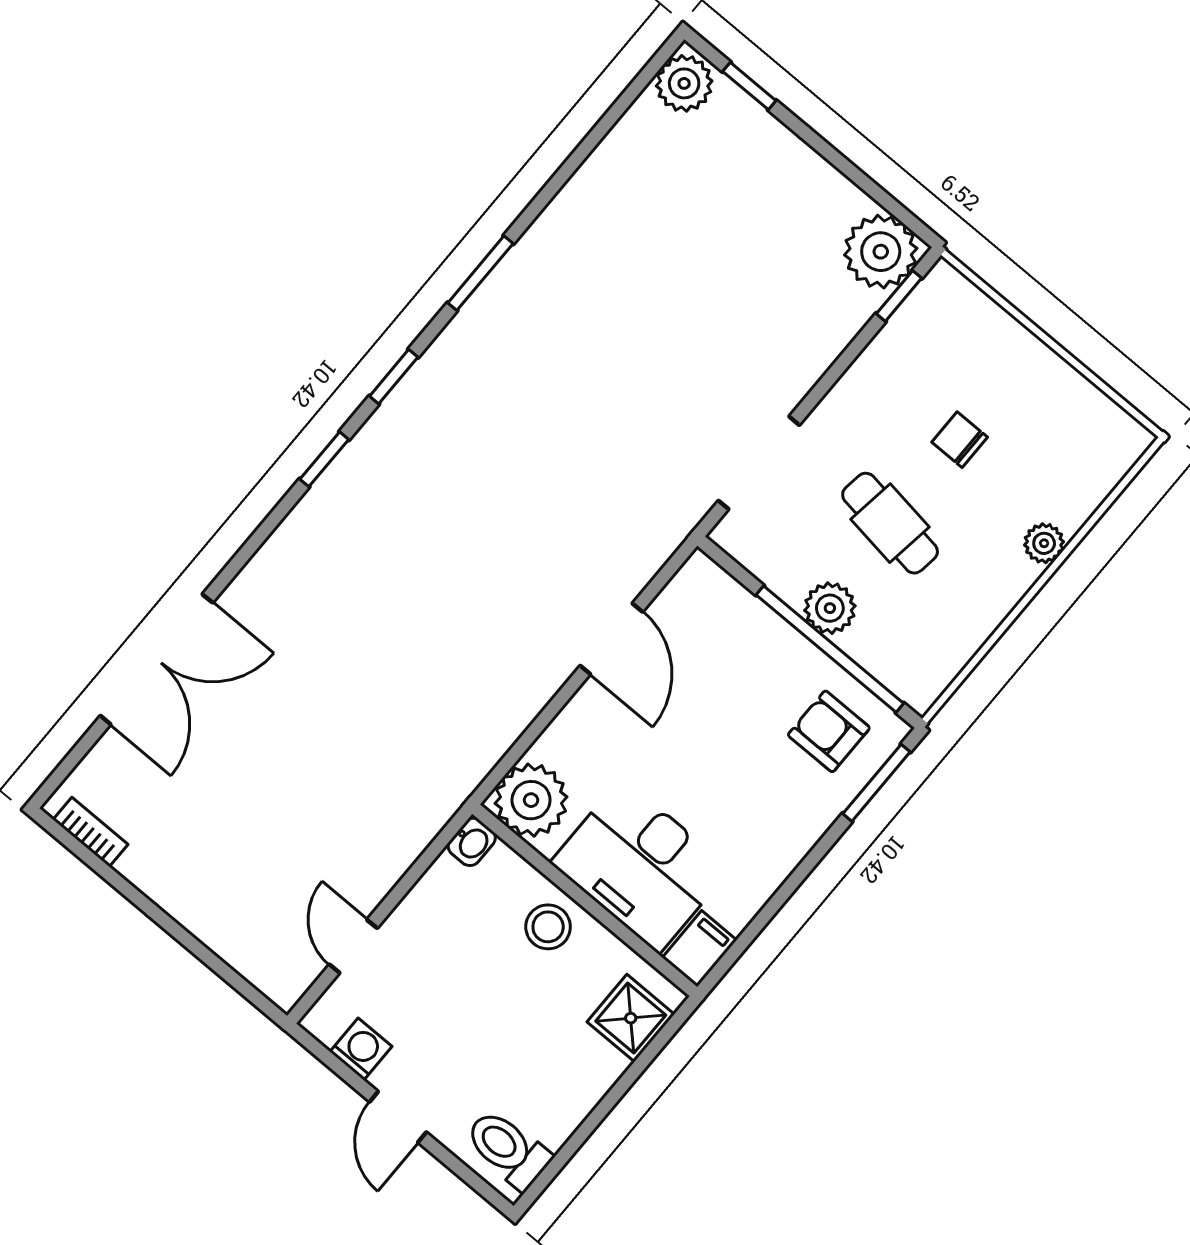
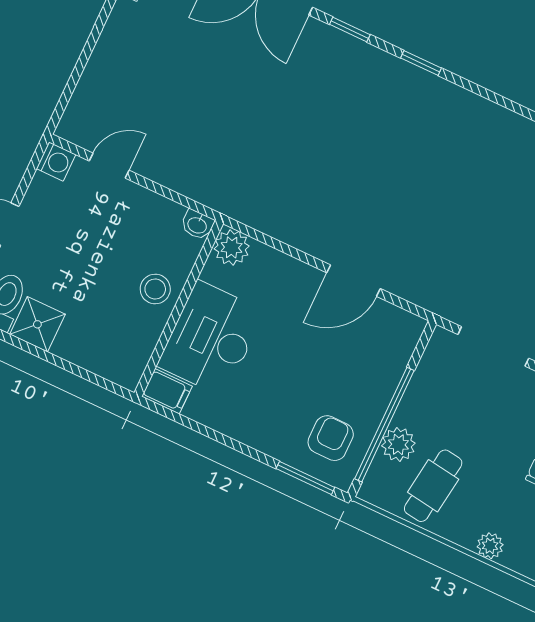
window: (394, 377) -> (350, 30), moved
cafe table: (890, 523) -> (433, 486), moved
plant: (830, 608) -> (398, 444), moved
plant: (531, 800) -> (232, 247), width x0.73, depth x0.73
shower: (631, 1018) -> (37, 324), moved
washing machine: (361, 1049) -> (56, 161), moved

